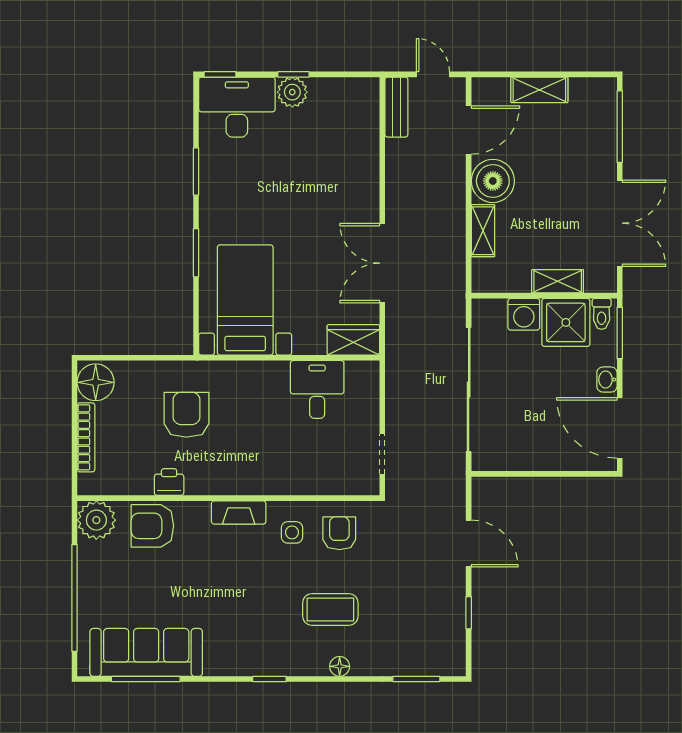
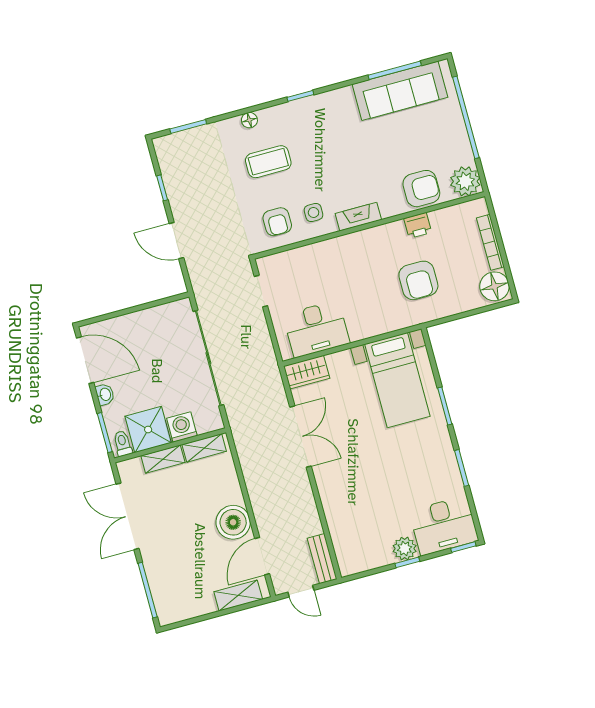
shelving: (539, 90) -> (238, 596), moved
shelving: (483, 231) -> (204, 448), moved, turned 90
desk: (317, 389) -> (316, 329), width x1.37

